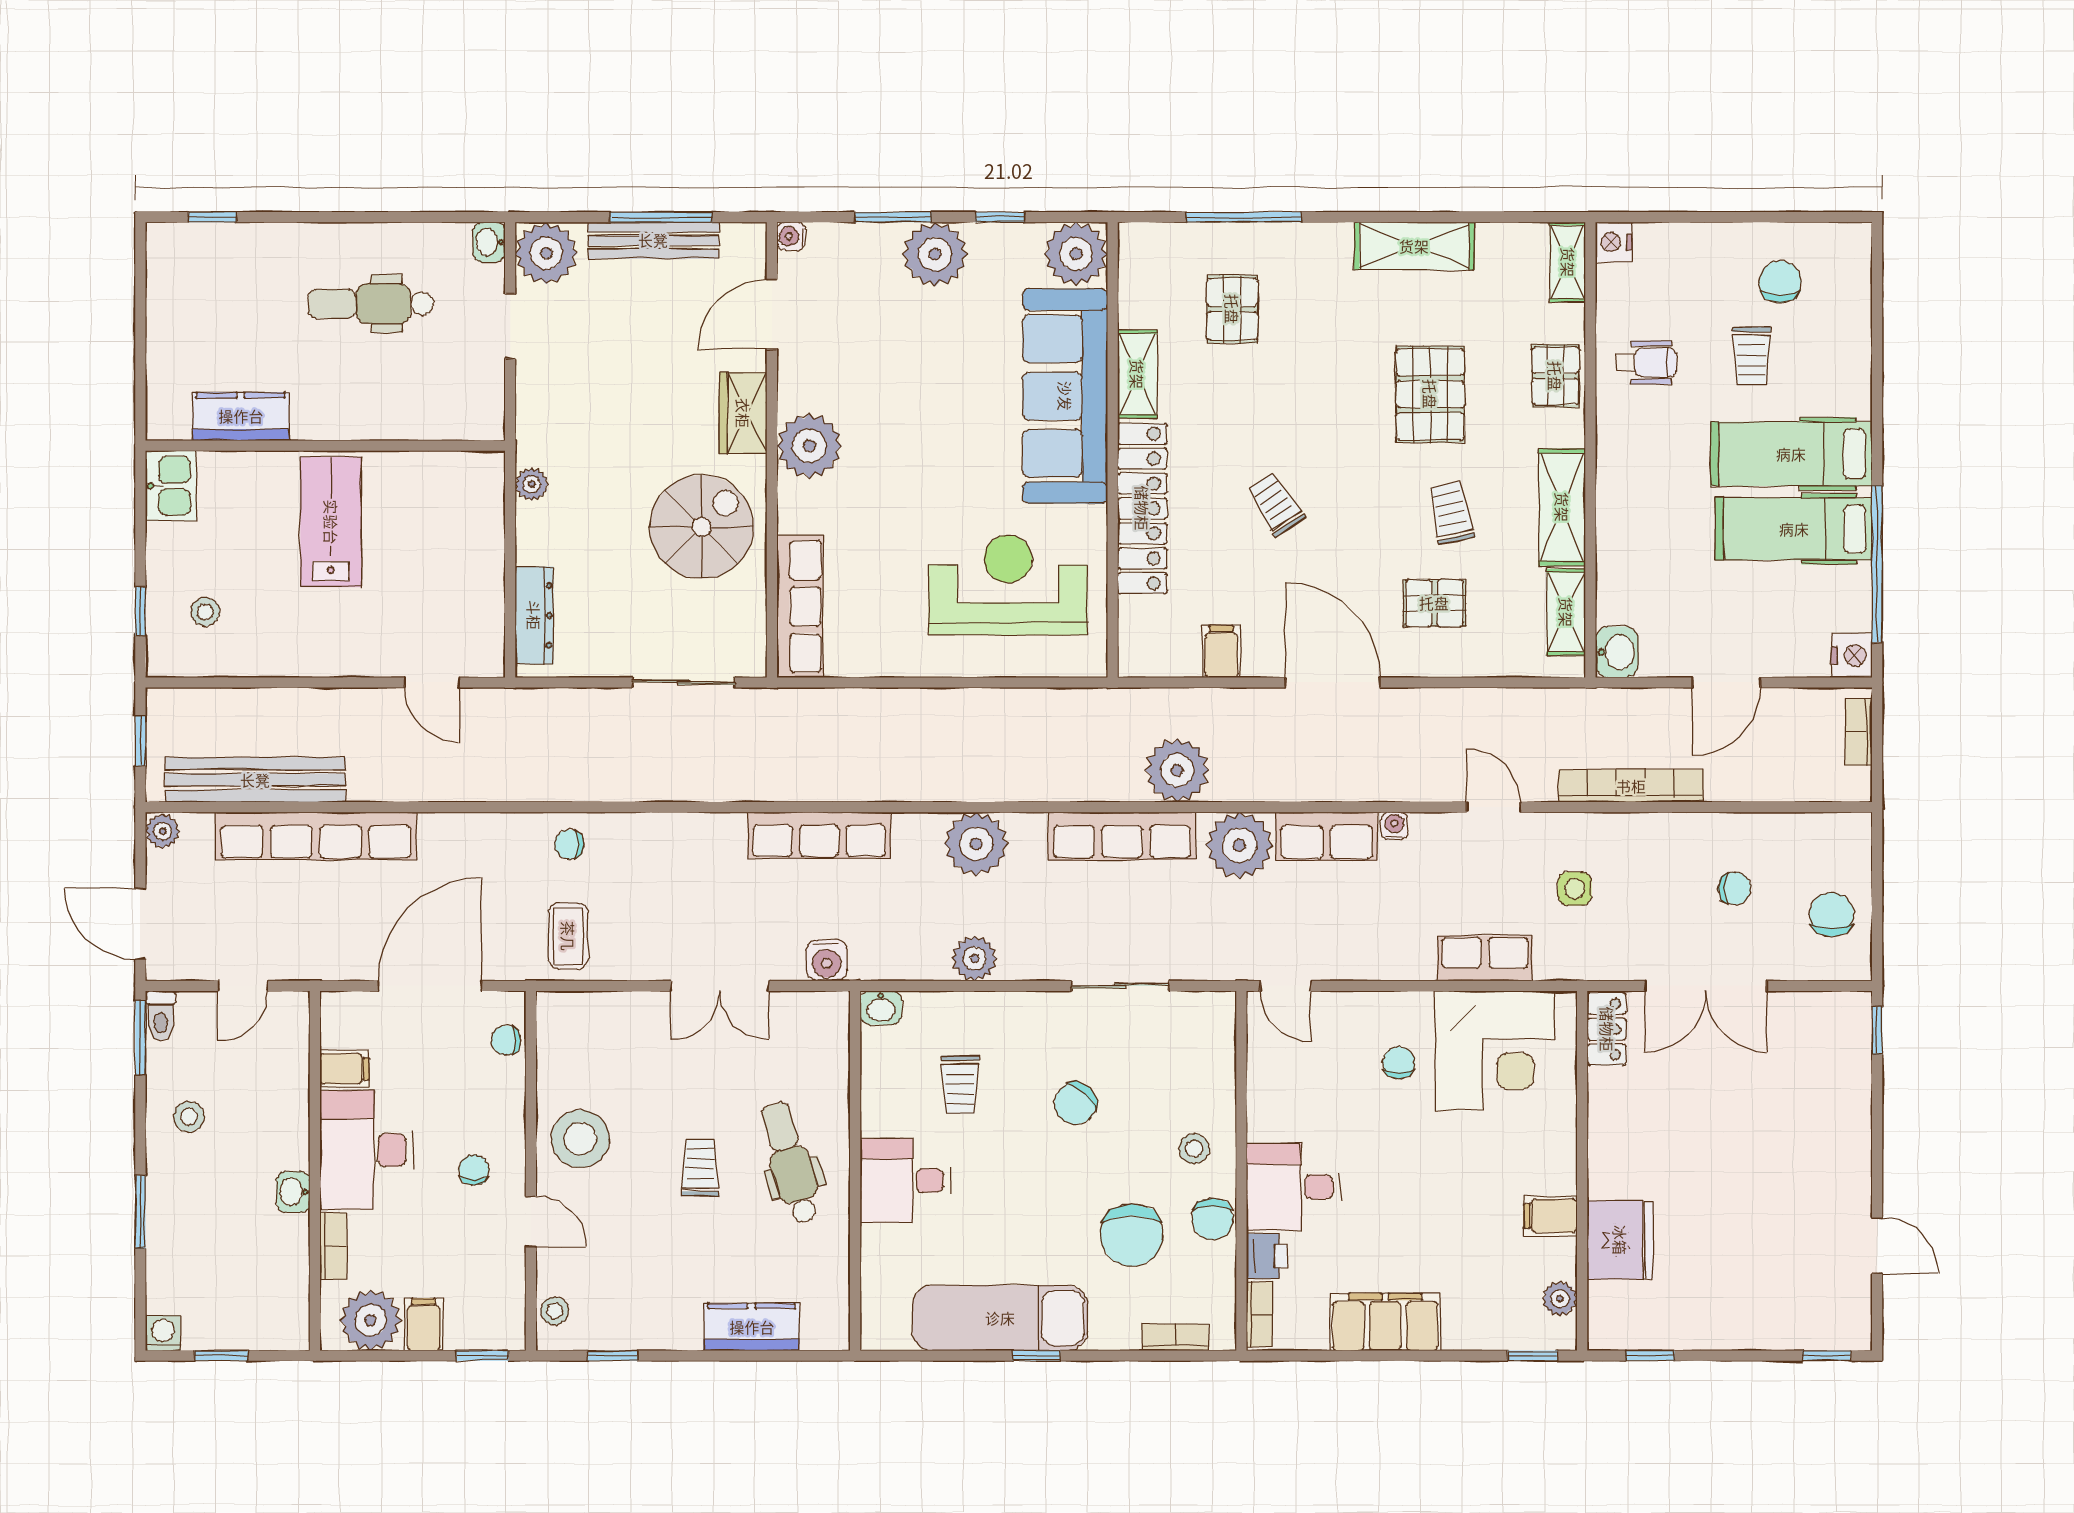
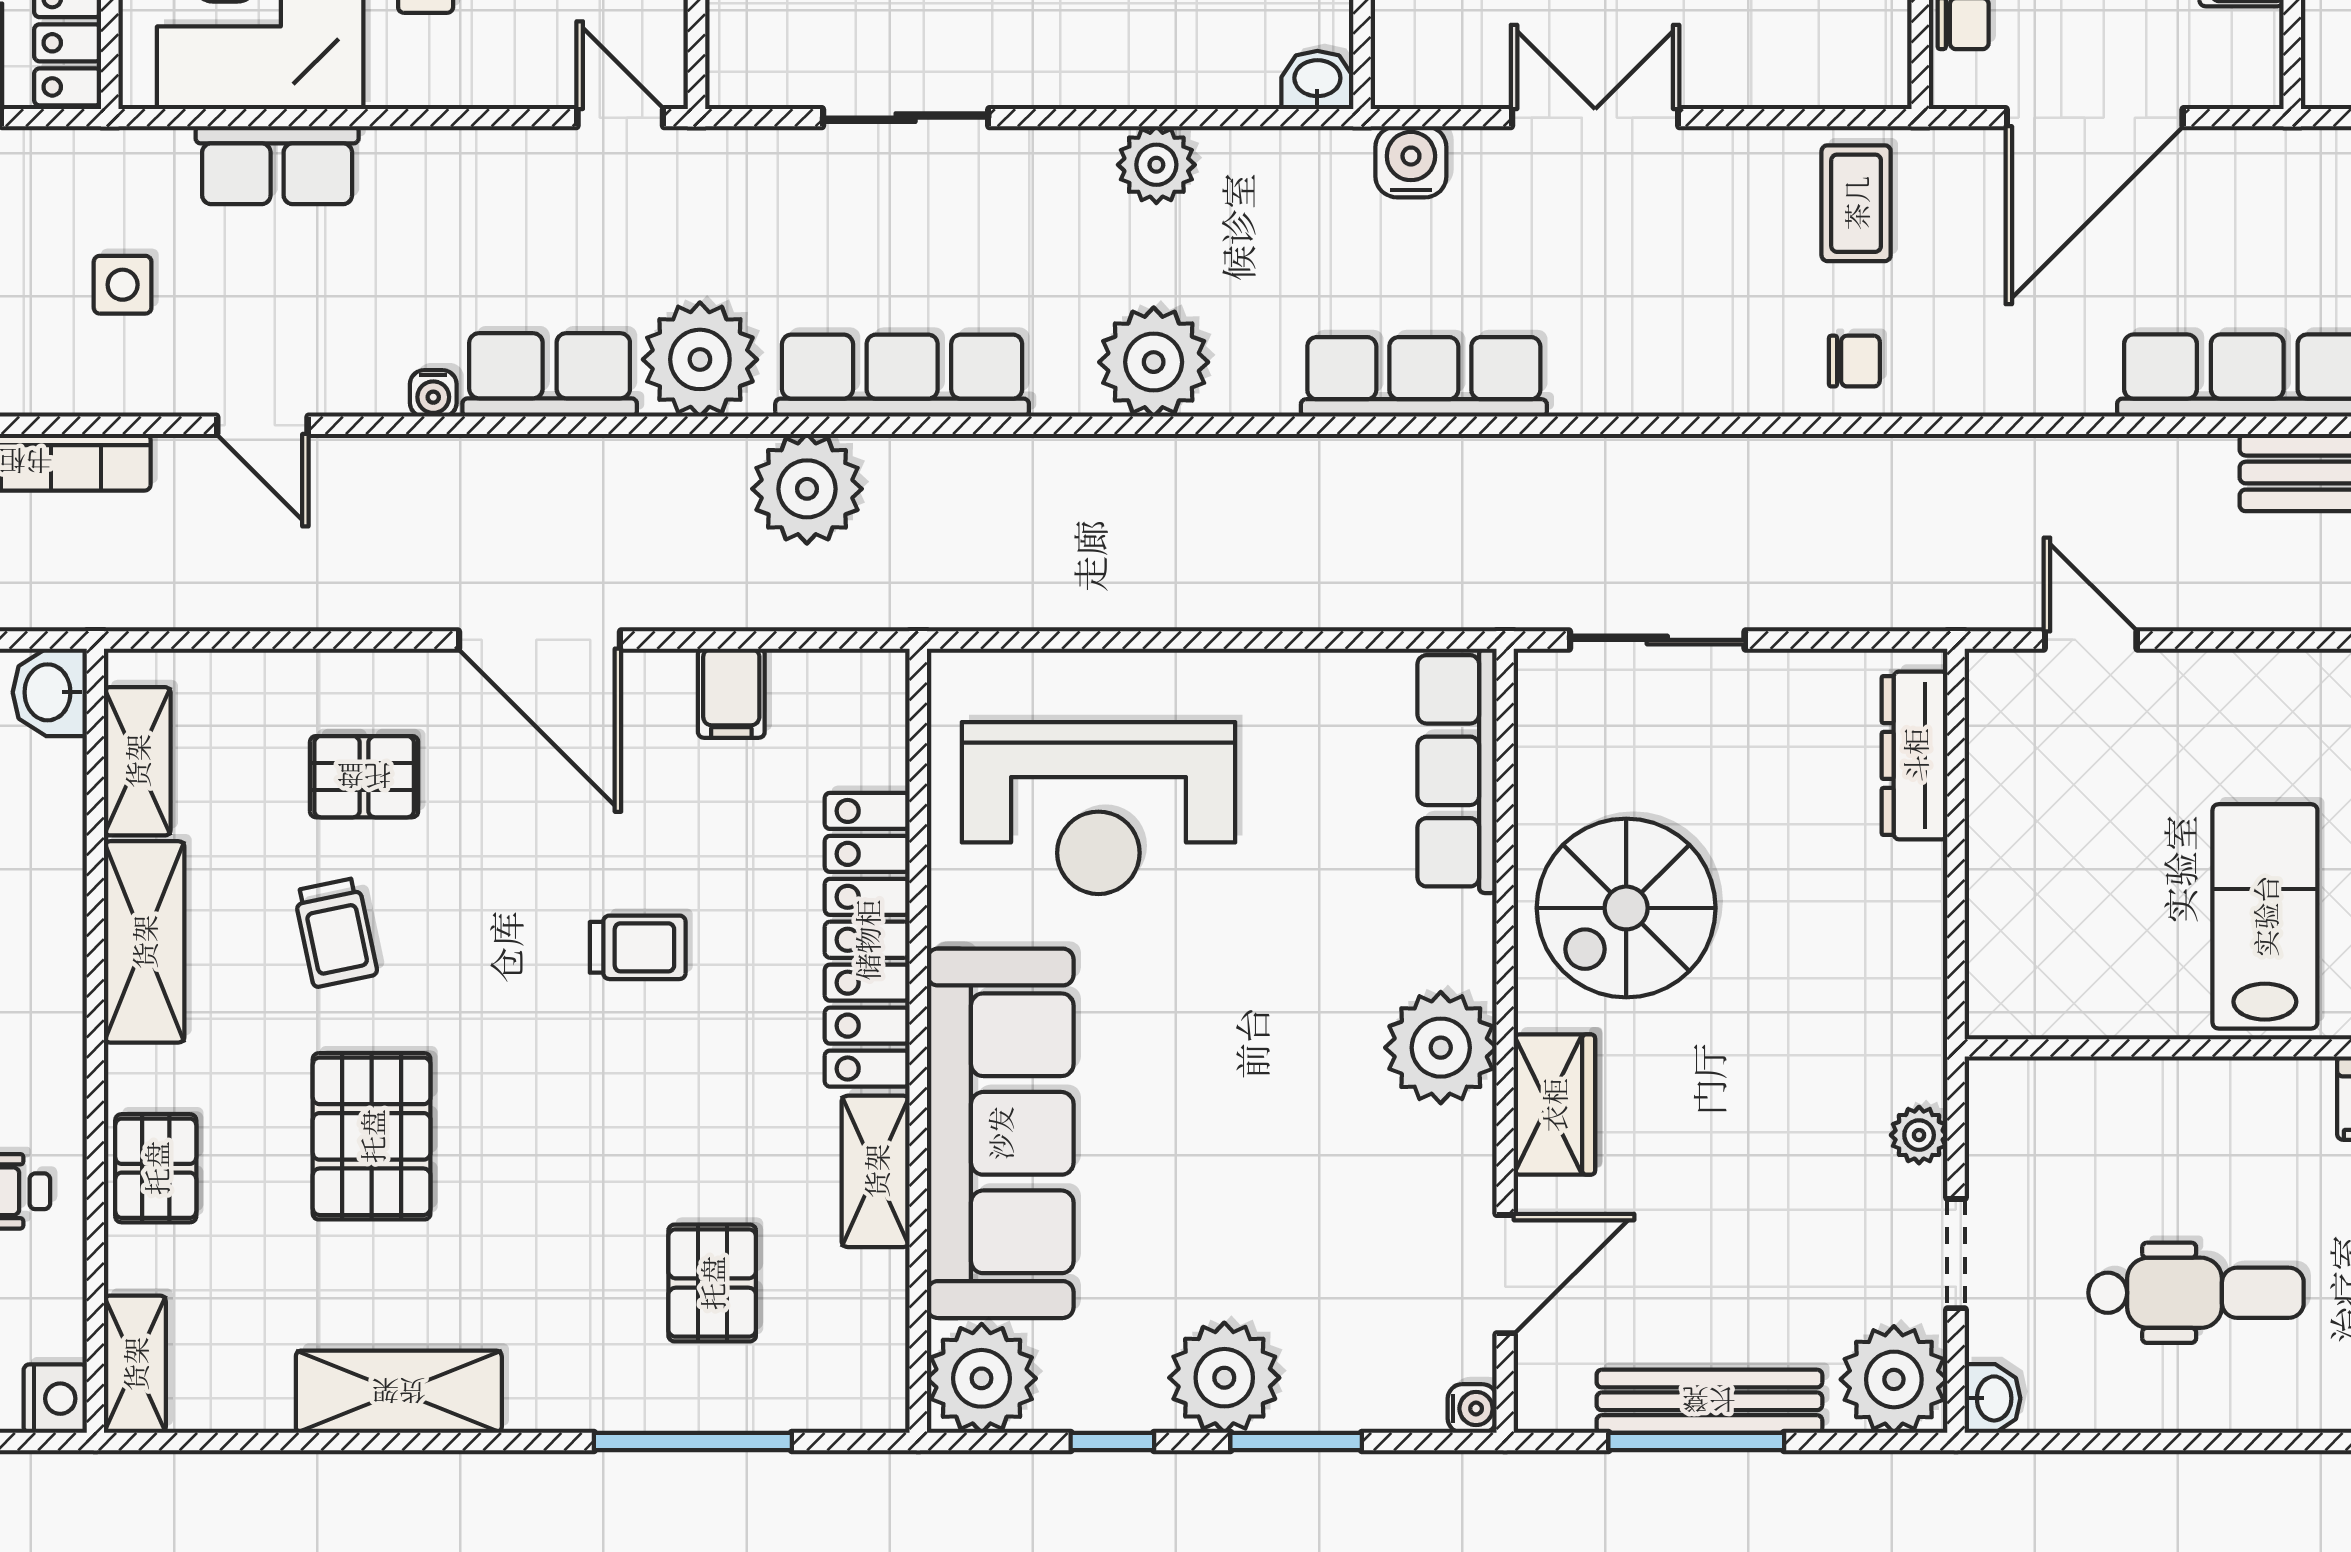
plant: (532, 484) -> (1919, 1135), moved
trolley: (1276, 504) -> (638, 947), turned -57
lab bench: (331, 522) -> (2265, 916), turned 180

